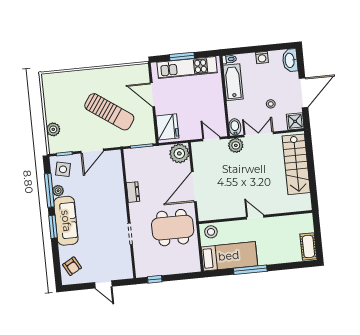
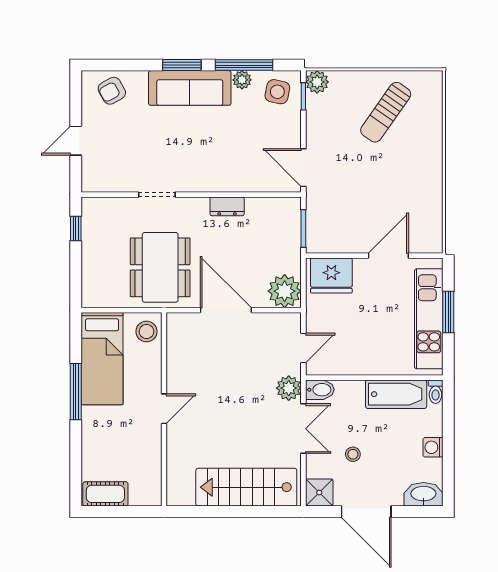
sun lounger: (109, 112) -> (386, 112), moved, width x0.73, depth x0.75
plant: (53, 129) -> (317, 82), moved
door: (92, 151) -> (303, 168), moved

